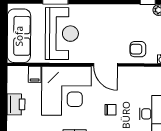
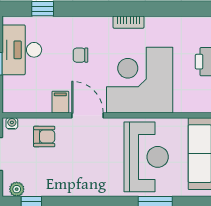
reception desk: (62, 34) -> (146, 157), turned 180
filing cabinet: (35, 74) -> (60, 102), moved

